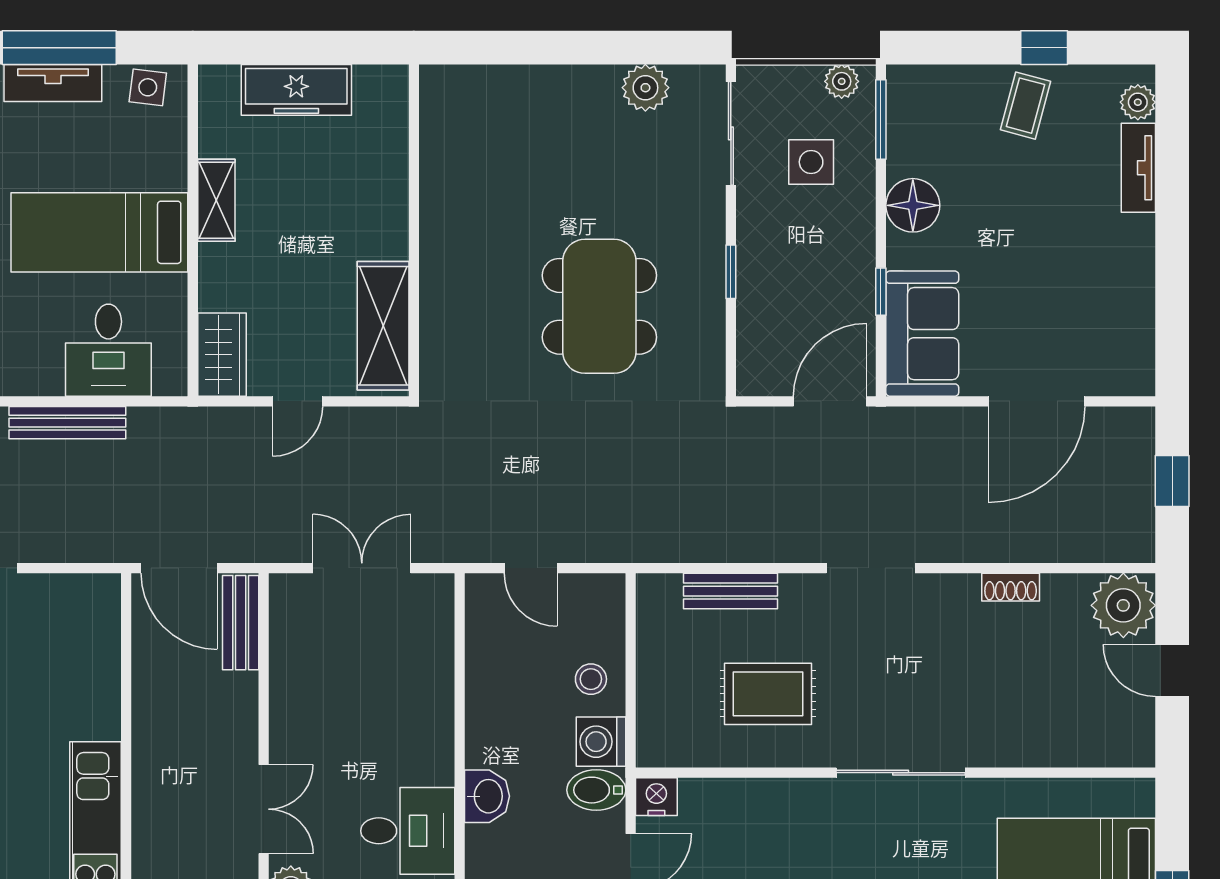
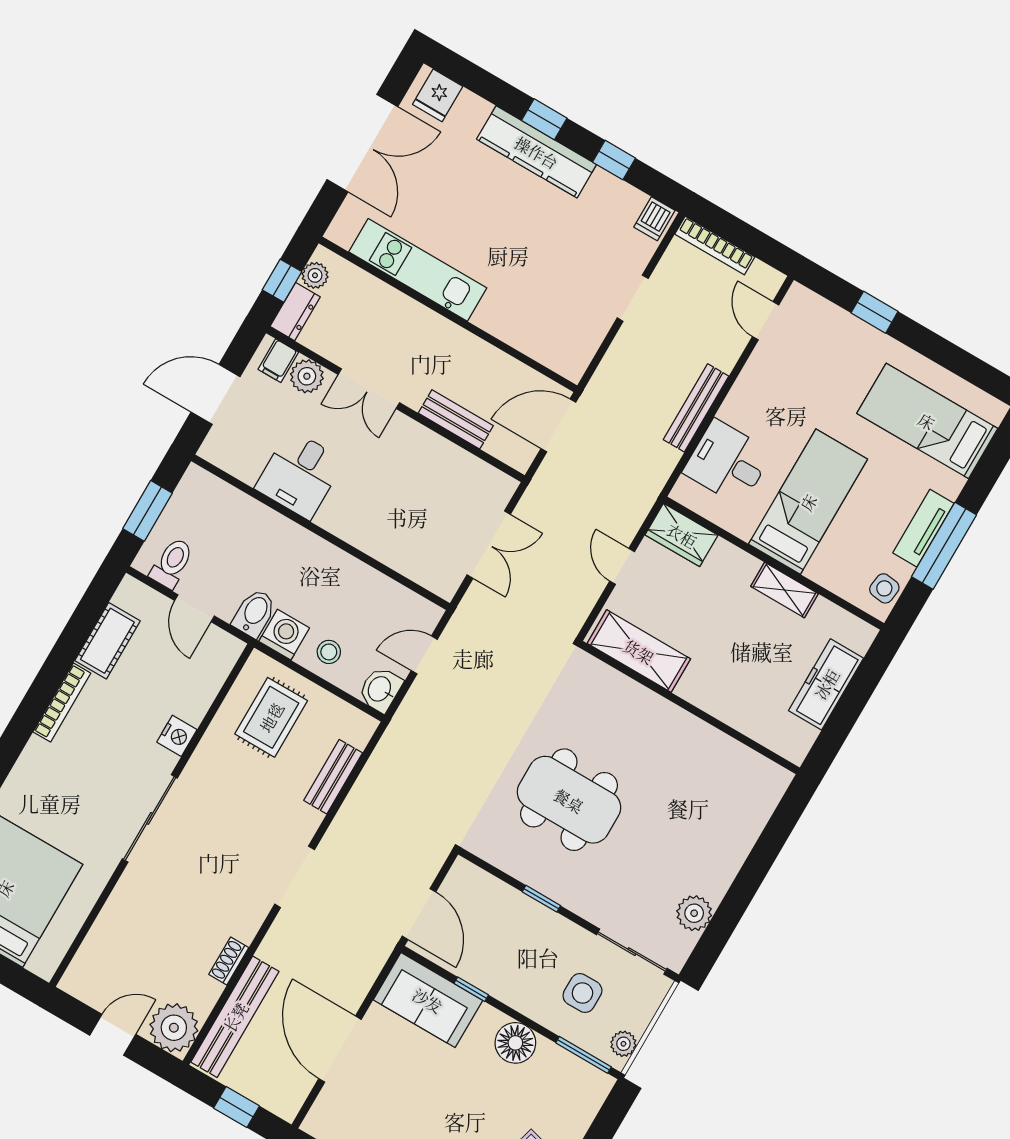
bench: (1070, 543) -> (235, 1017), added
bench: (241, 623) -> (456, 419), moved
rug: (768, 694) -> (271, 717), moved
washbasin: (487, 796) -> (380, 689), moved, turned 90
nightstand: (656, 797) -> (177, 736), moved

